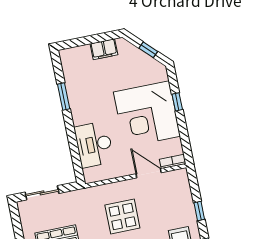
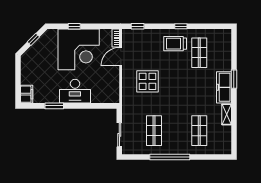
filing cabinet: (104, 49) -> (27, 94), moved
desk: (94, 145) -> (75, 91), moved
window: (199, 211) -> (138, 26), moved

